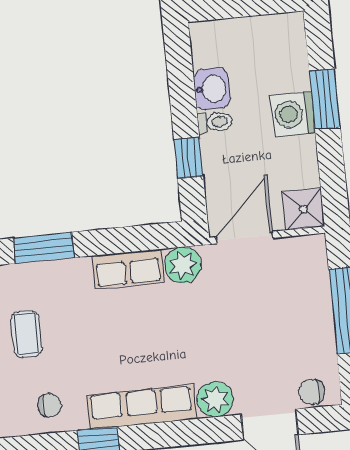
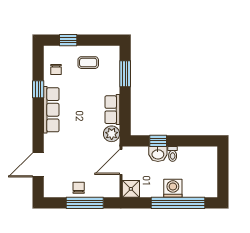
washbasin: (212, 89) -> (158, 154), moved
window: (325, 99) -> (178, 203), width x2.11
door: (245, 238) -> (121, 162), swing flipped
chair: (312, 392) -> (79, 188), moved
plant: (215, 399) -> (51, 142), removed

